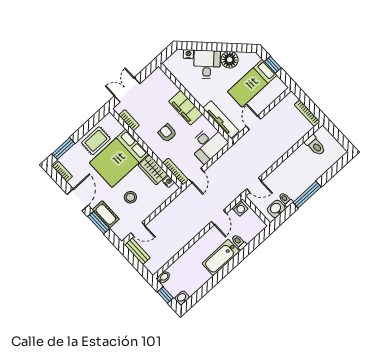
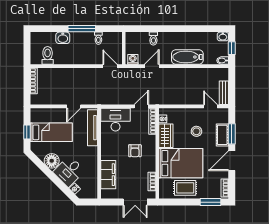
filing cabinet: (186, 108) -> (108, 175), moved
washbasin: (276, 209) -> (63, 38), moved
bathtub: (221, 257) -> (187, 57), moved, turned 180

